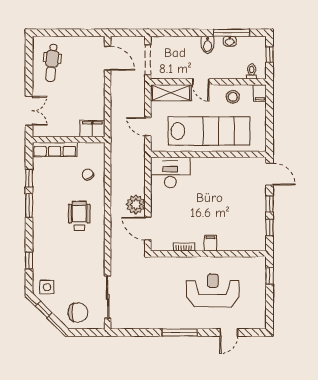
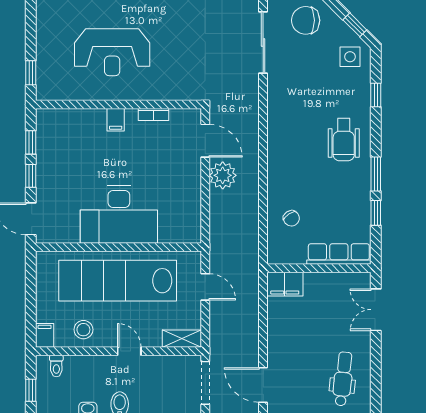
shelving: (171, 93) -> (182, 339), width x0.67, depth x0.75
desk: (170, 173) -> (119, 214), moved, width x1.36, depth x1.30
wheelchair: (79, 216) -> (344, 140), moved

